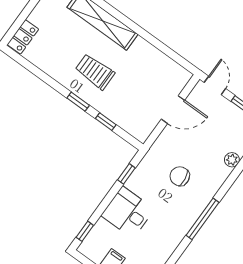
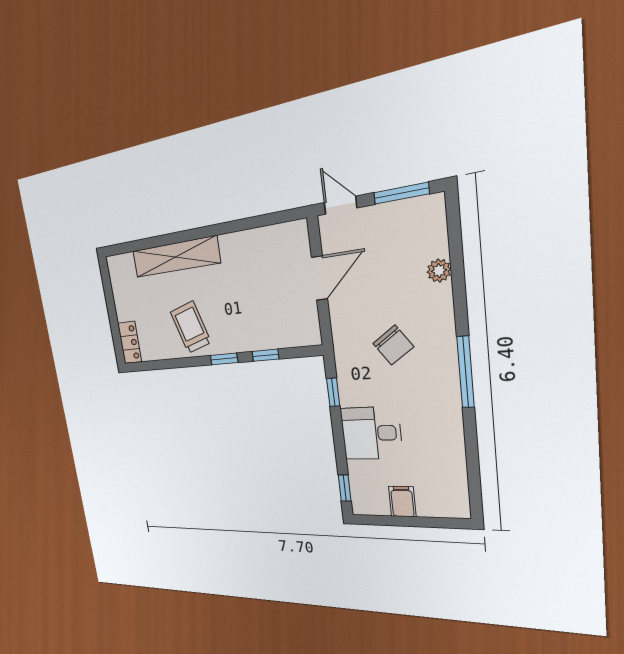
trolley: (95, 72) -> (191, 327), moved, turned 73
chair: (180, 176) -> (393, 345), turned -117

